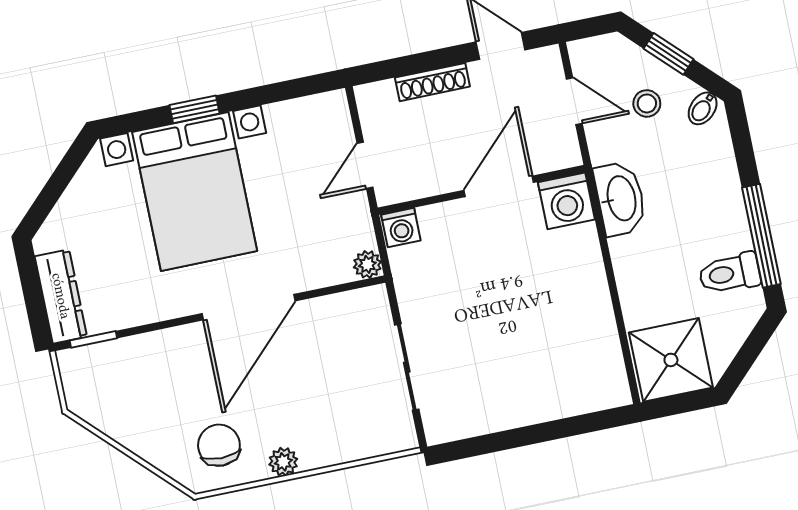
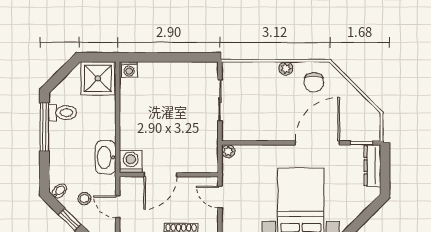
door: (365, 165) -> (220, 197), swing flipped
washing machine: (401, 228) -> (129, 70), moved, turned 180
door: (249, 307) -> (317, 143), moved

